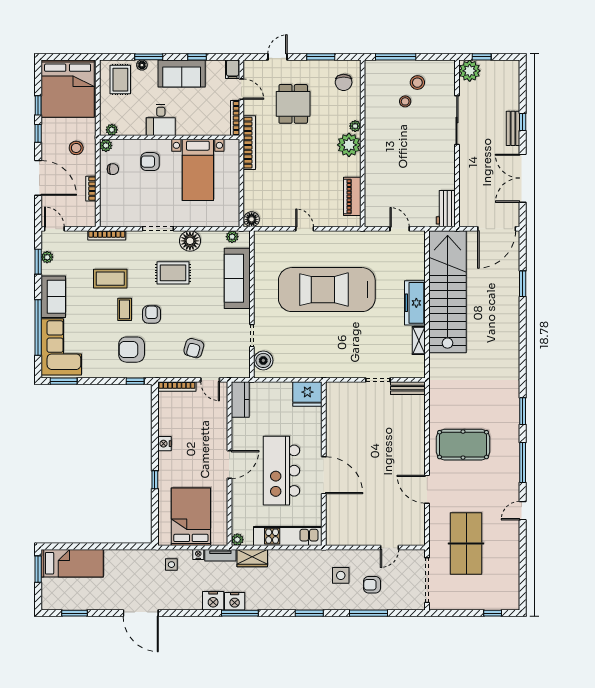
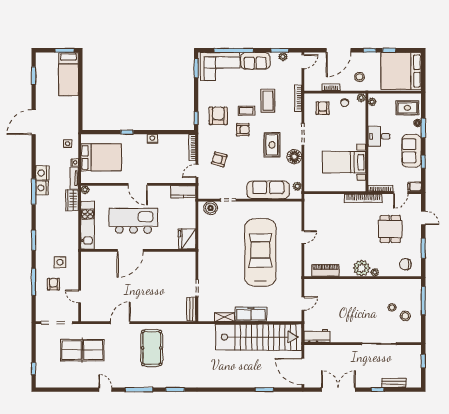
plant: (470, 71) -> (414, 353), removed
dining table: (293, 104) -> (390, 229), turned 90
bench: (513, 128) -> (394, 383), moved
armchair: (150, 162) -> (323, 108), moved
floor lamp: (252, 219) -> (309, 200), removed

